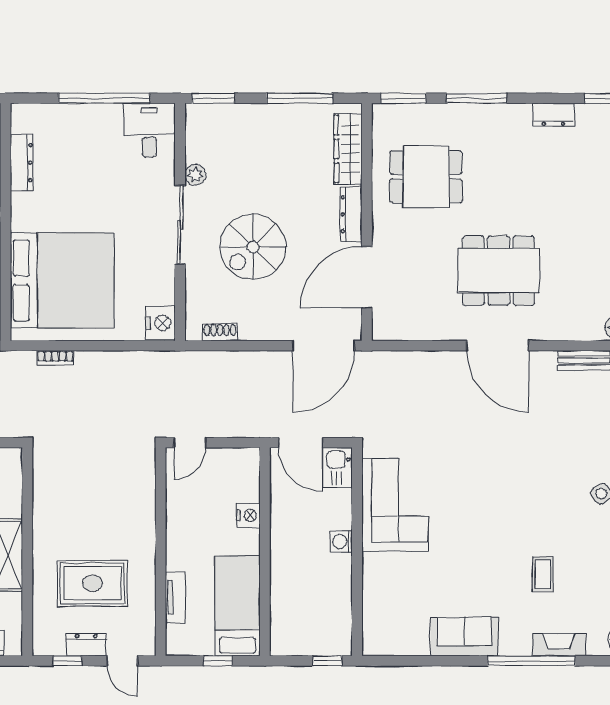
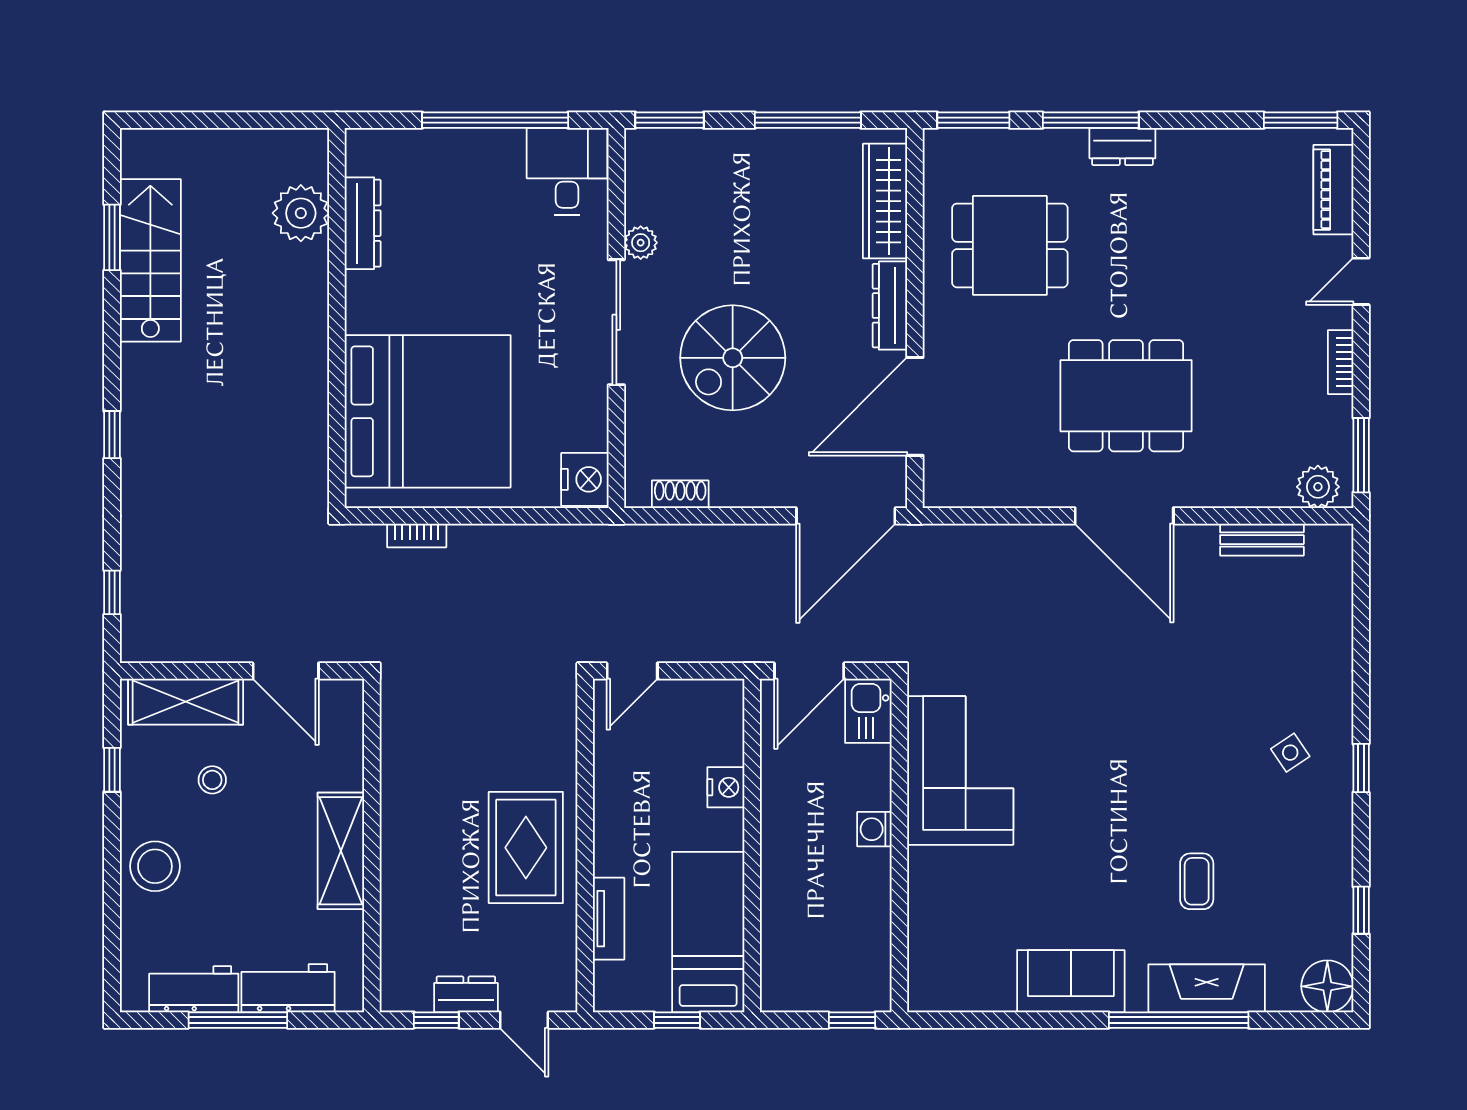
dresser: (553, 115) -> (1122, 146), moved
door: (301, 443) -> (809, 671), hinge flipped
rug: (92, 583) -> (526, 848), moved, turned 90
fireplace: (559, 645) -> (1207, 988), width x1.37, depth x1.32

